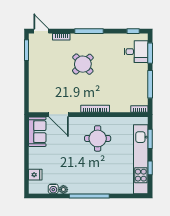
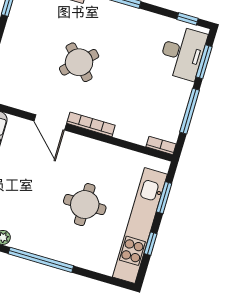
desk: (136, 52) -> (183, 53), width x1.37
round table: (83, 64) -> (79, 62), moved
door: (59, 115) -> (50, 122), moved
round table: (98, 138) -> (85, 205), moved

